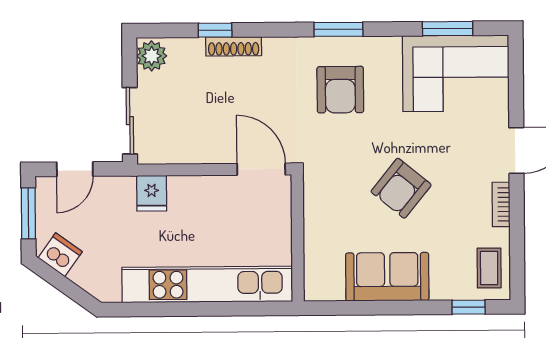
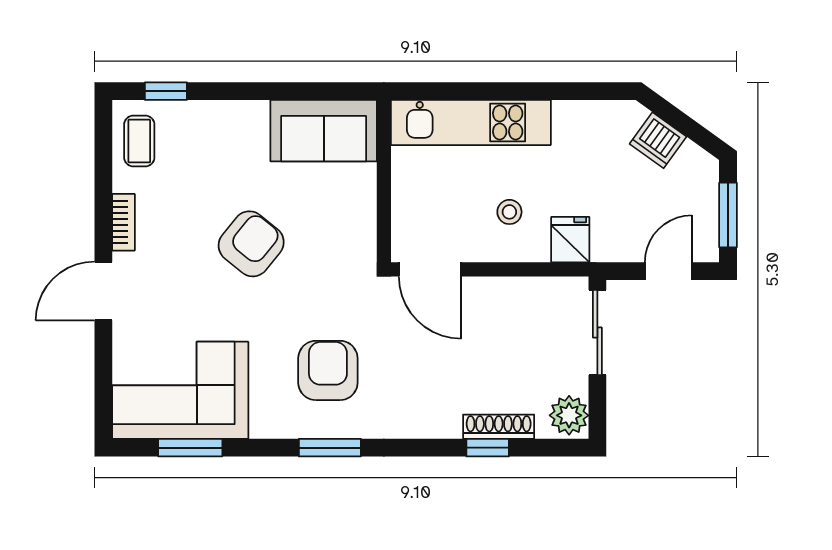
shoe rack: (234, 46) -> (499, 427), moved
stool: (199, 215) -> (509, 212), added
dishwasher: (60, 255) -> (658, 140), moved
sofa: (387, 277) -> (324, 131), moved
kitchen unit: (207, 284) -> (471, 122), width x0.73

